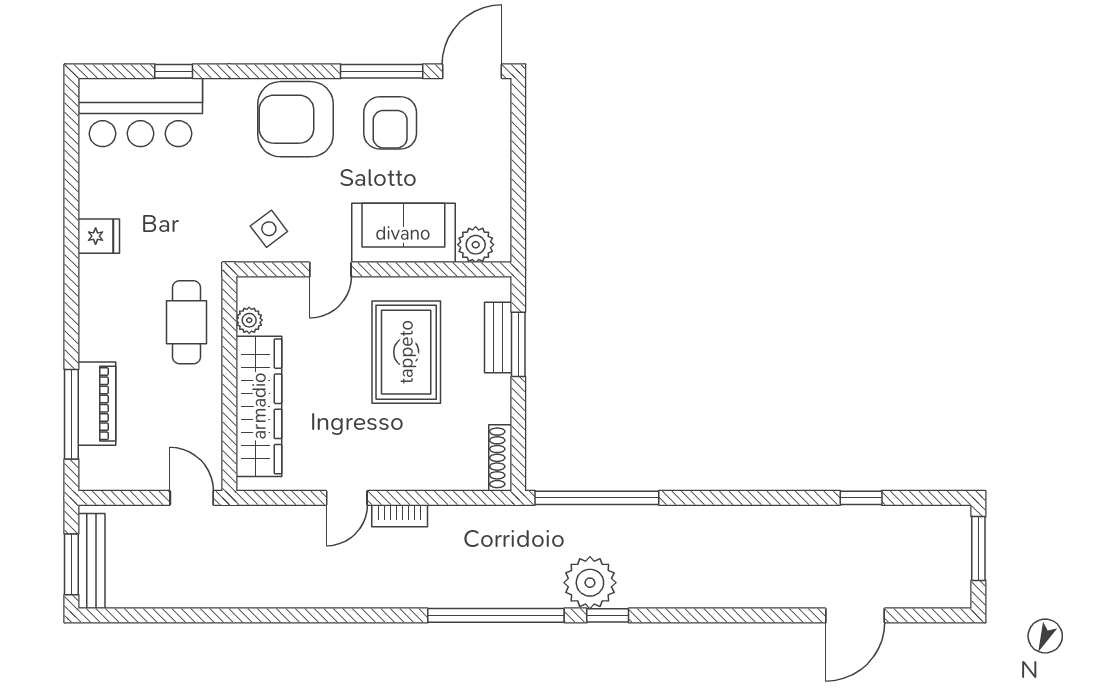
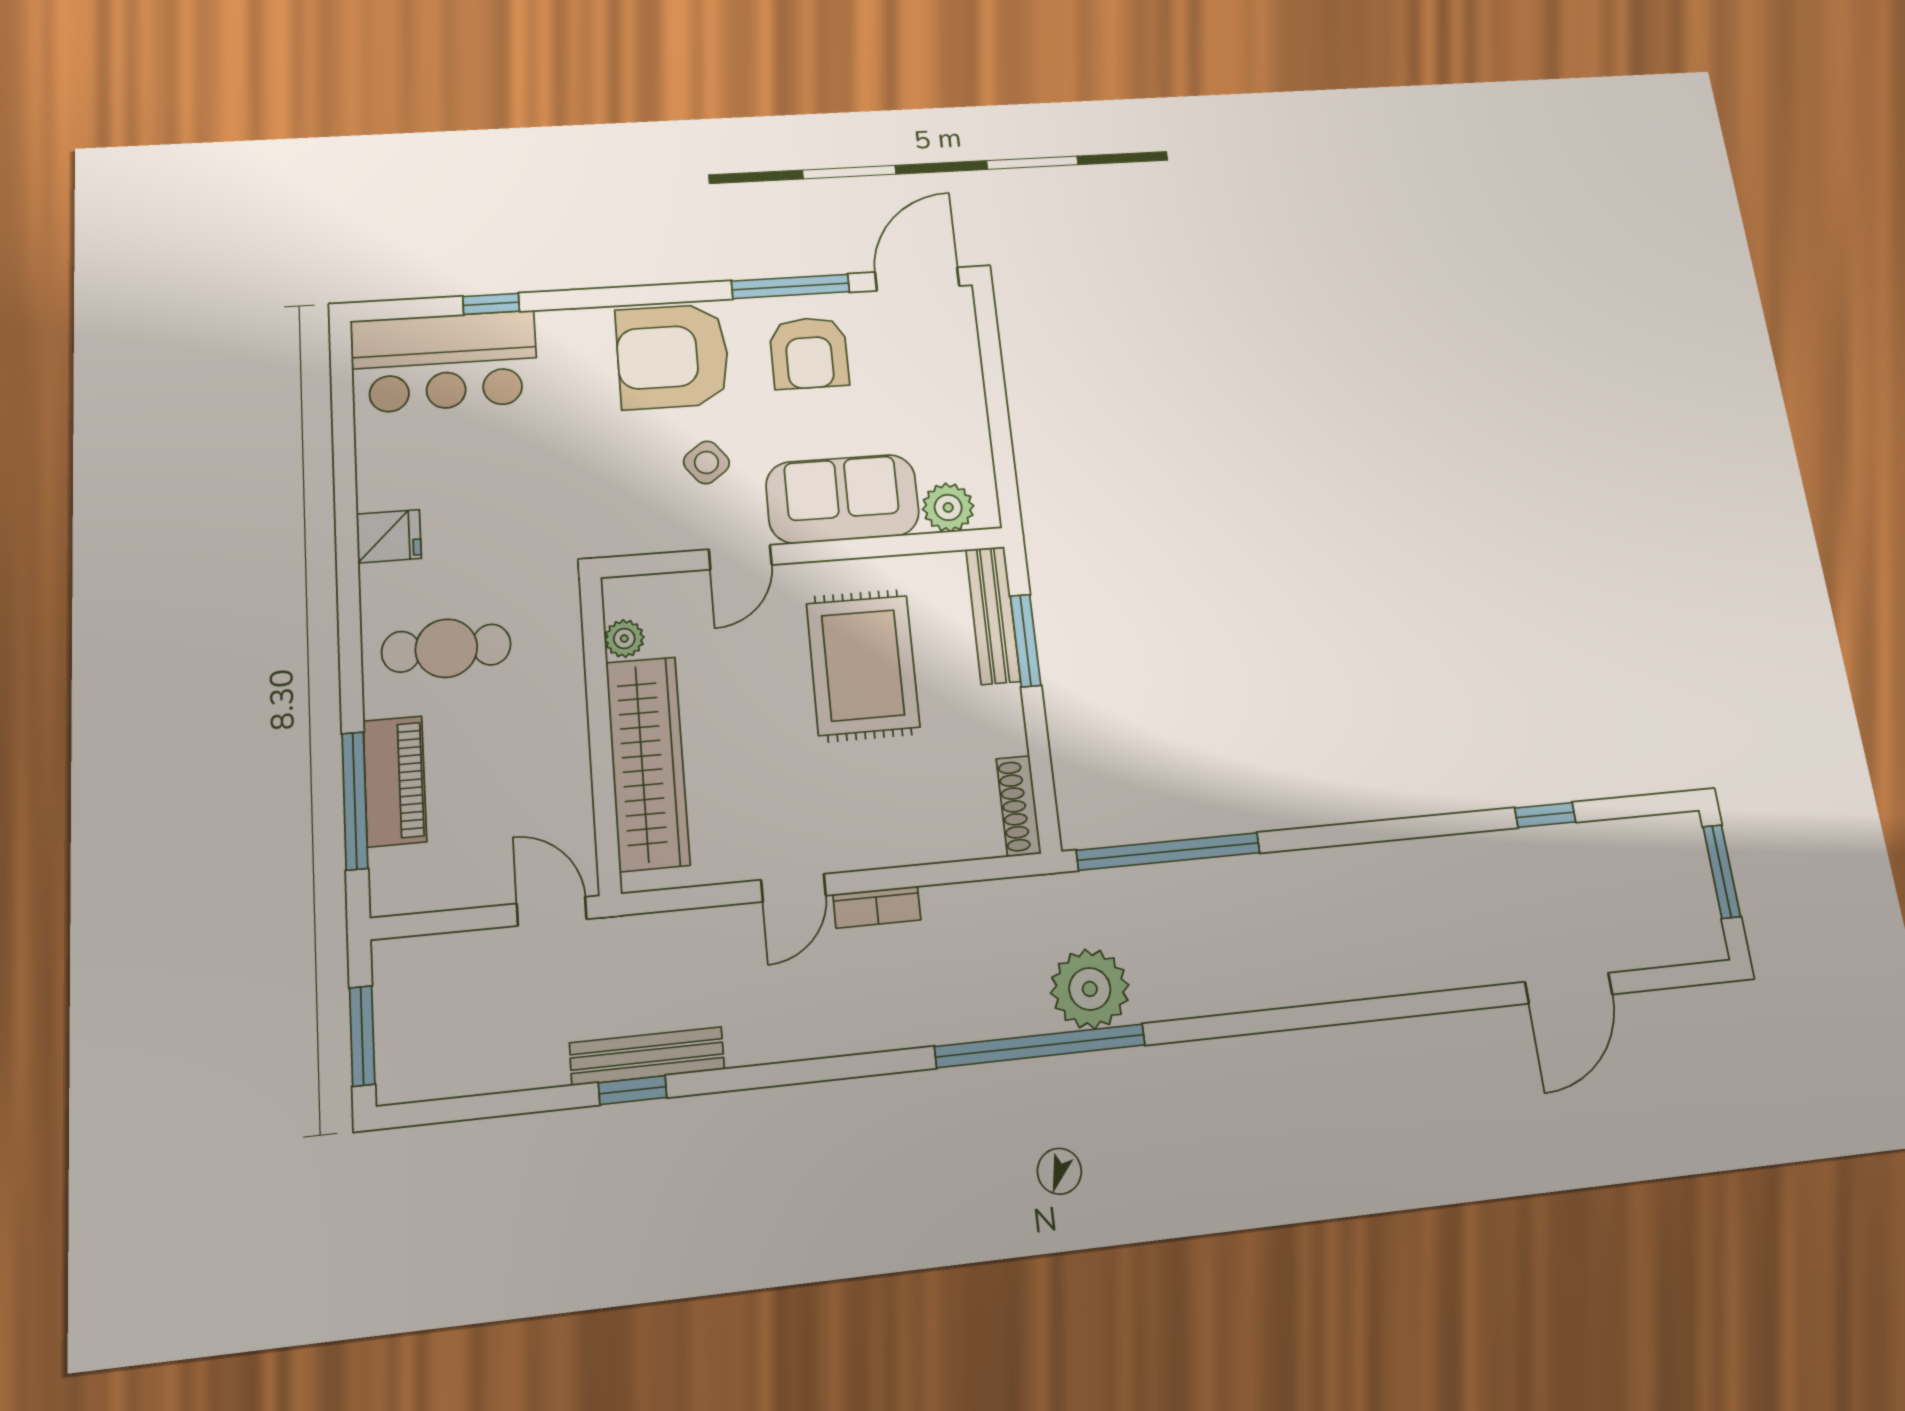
side table: (269, 229) -> (706, 462), moved
cafe table: (186, 322) -> (446, 648), moved, turned 90
bench: (498, 337) -> (993, 615), width x1.36
bench: (92, 561) -> (647, 1056), moved, turned 90
plant: (590, 583) -> (1090, 989), moved
window: (608, 615) -> (633, 1090), moved

